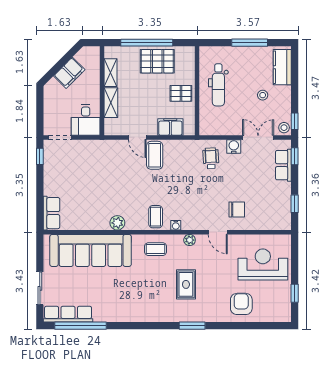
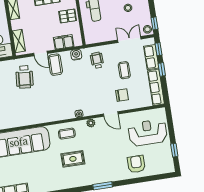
shelving: (111, 103) -> (19, 41), moved
water cooler: (234, 146) -> (76, 55), moved
wheelchair: (111, 165) -> (24, 77), added
window: (295, 204) -> (162, 69), moved
row of seats: (283, 206) -> (156, 87), added
coffee table: (156, 217) -> (124, 70), moved
plant: (117, 223) -> (36, 119), removed
rug: (186, 284) -> (73, 159), moved, turned 90

